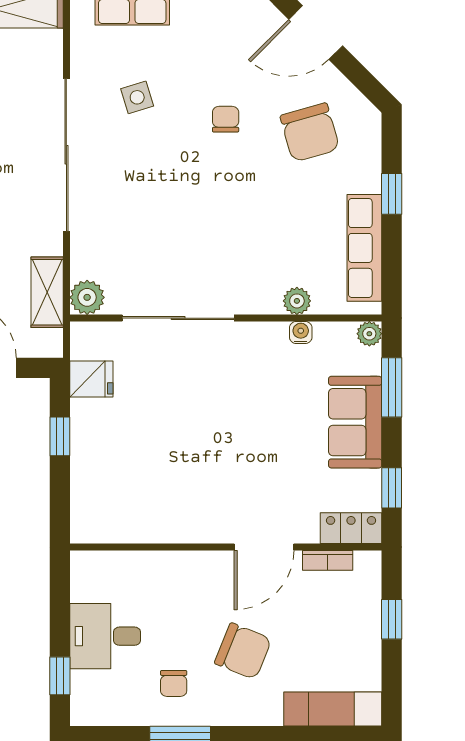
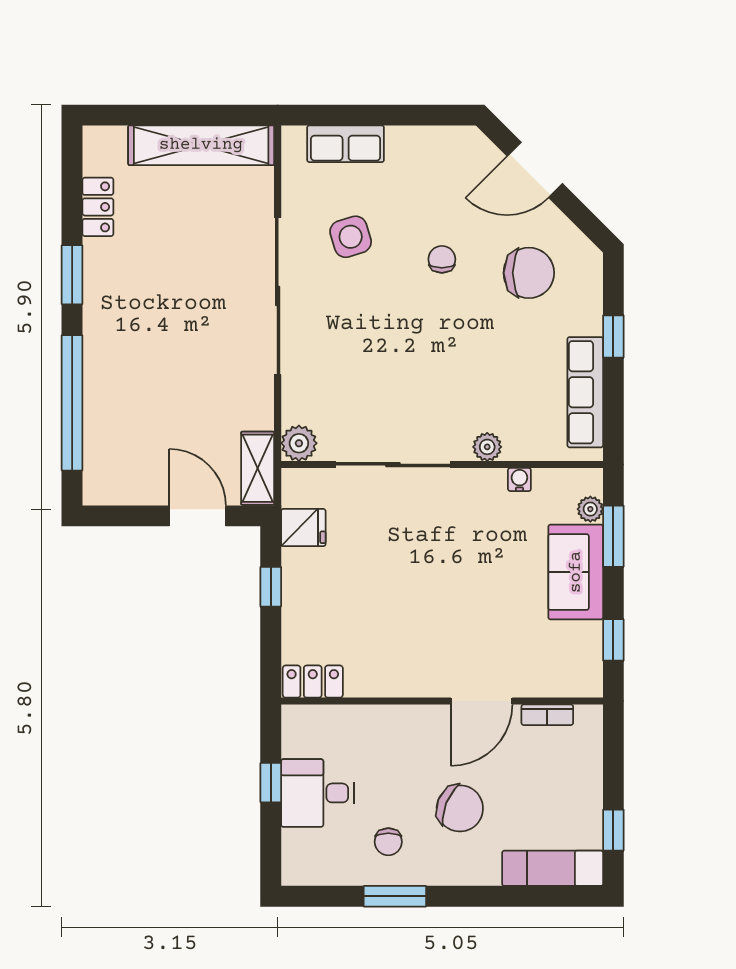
side table: (137, 97) -> (351, 237), width x1.37, depth x1.37
chair: (310, 132) -> (529, 273), turned -74
shelving: (47, 292) -> (258, 468), moved
plant: (297, 301) -> (487, 447), moved
plant: (369, 334) -> (590, 509), moved
locker: (351, 528) -> (313, 682), moved
window: (392, 619) -> (613, 830), moved
window: (60, 676) -> (271, 783), moved

